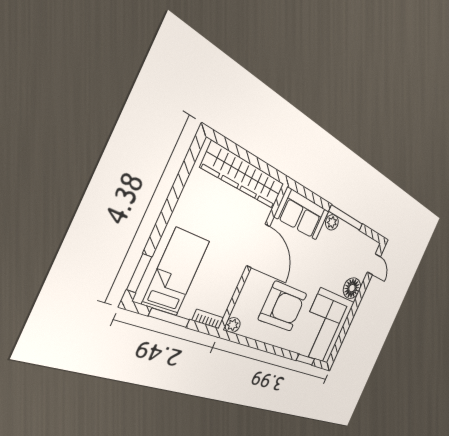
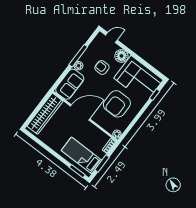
armchair: (333, 263) -> (102, 67), added
armchair: (283, 306) -> (117, 104), turned 180

